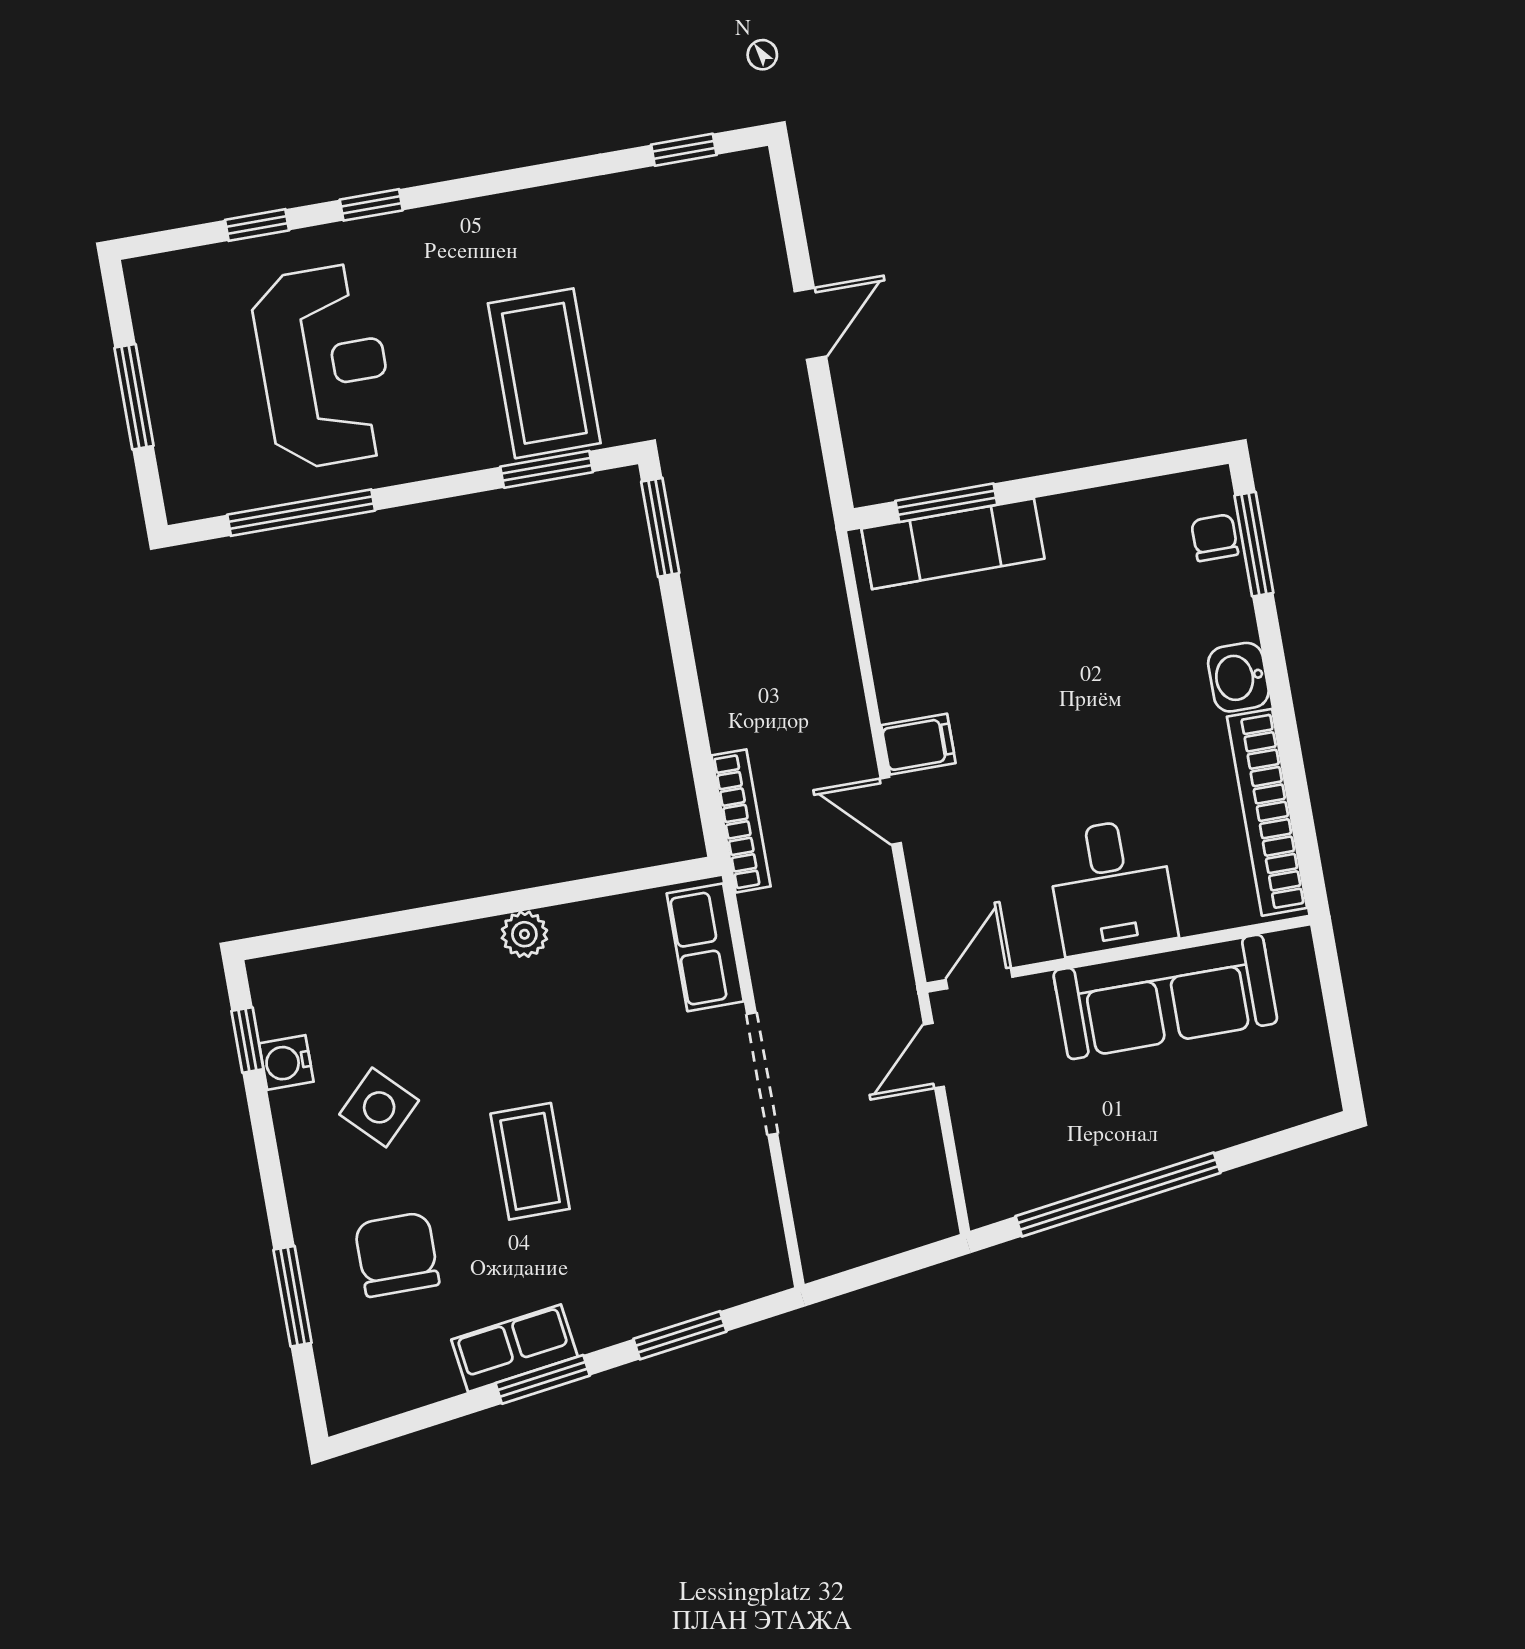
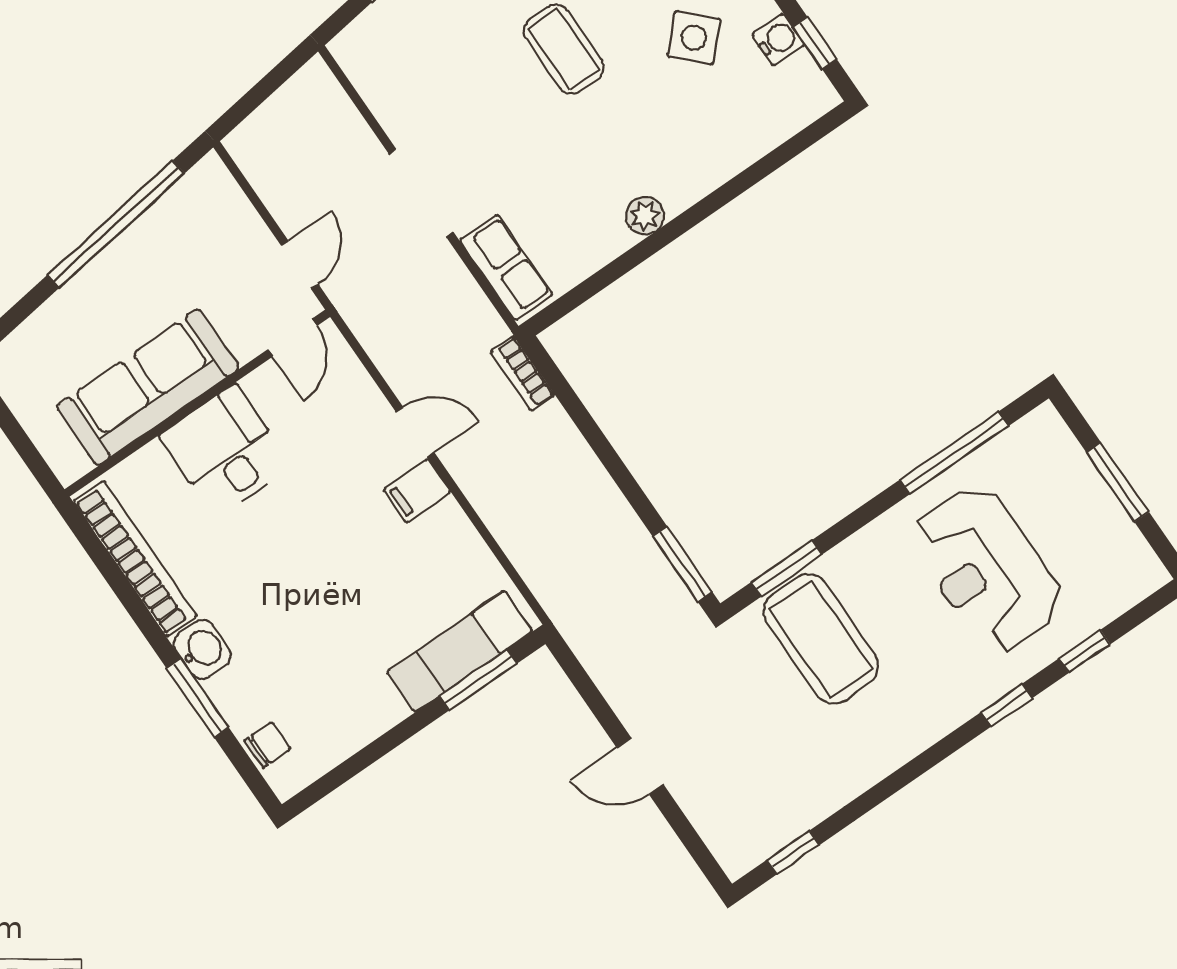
door: (810, 324) -> (640, 766), hinge flipped
chair: (1215, 538) -> (267, 745), turned -90
window: (1254, 544) -> (198, 698), moved
bookcase: (741, 821) -> (523, 374), width x0.64

